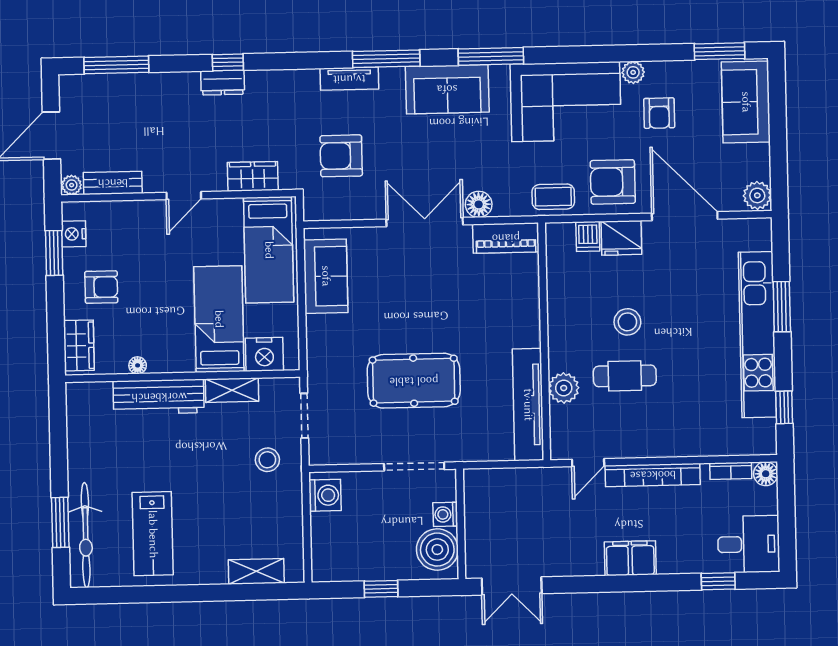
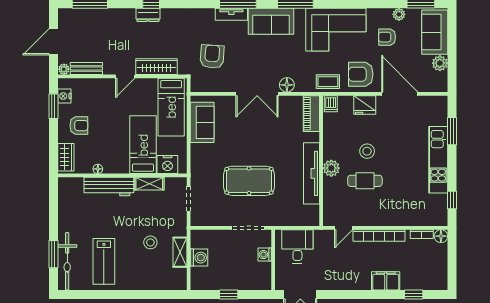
plant: (633, 72) -> (399, 14), moved
tv unit: (349, 79) -> (231, 14), moved
armchair: (659, 113) -> (387, 37), turned 90
armchair: (341, 156) -> (212, 57), turned 94
wardrobe: (253, 176) -> (156, 67), width x1.50
plant: (757, 195) -> (440, 63), moved
double door: (425, 222) -> (257, 94), swing flipped
dishwasher: (588, 236) -> (331, 104), moved
piano: (506, 238) -> (311, 114), moved, turned 90
window: (782, 307) -> (452, 131), moved
kitchen unit: (757, 335) -> (438, 160), width x0.73
plant: (564, 388) -> (331, 168), moved
tv unit: (528, 405) -> (311, 173), moved
stool: (267, 460) -> (150, 242), moved
washing machine: (325, 495) -> (199, 258), moved
desk: (749, 544) -> (297, 246), moved, turned -90
boiler: (437, 550) -> (260, 274), removed
filing cabinet: (630, 558) -> (386, 281), moved
shelving: (256, 571) -> (180, 252), moved, turned 90

